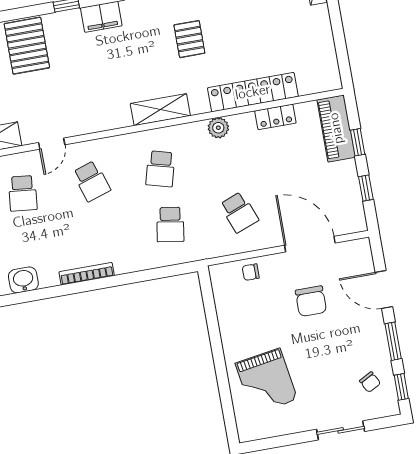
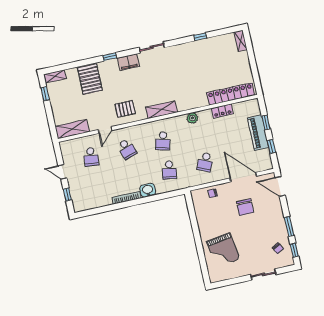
pallet: (189, 39) -> (125, 109), moved, turned 90
locker: (253, 92) -> (231, 94), moved
piano: (336, 128) -> (258, 133), moved
school desk: (239, 212) -> (205, 162), turned 45
washbasin: (23, 280) -> (148, 190), moved
door: (384, 289) -> (280, 186), moved

